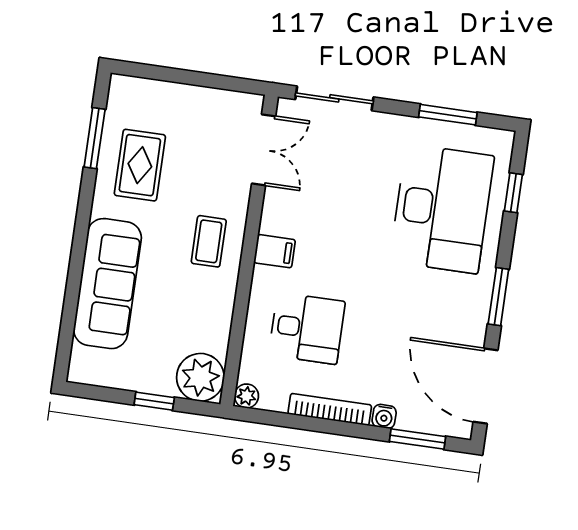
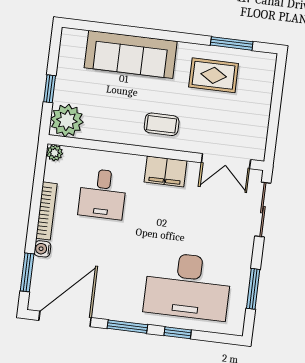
window: (513, 193) -> (178, 333), moved
filing cabinet: (275, 251) -> (166, 171), width x2.00

